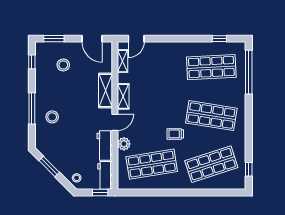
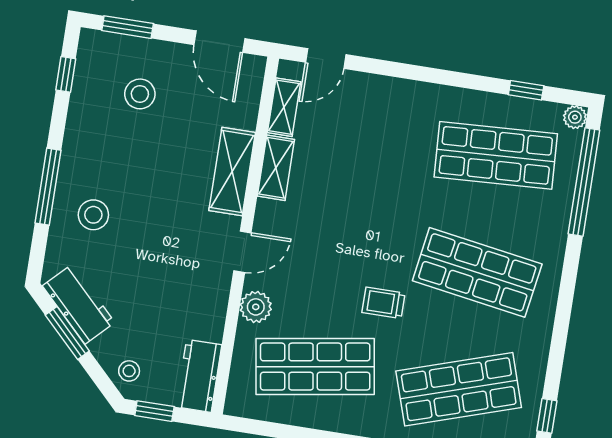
plant: (241, 46) -> (575, 117), added
shelving: (123, 96) -> (276, 168), moved
workbench: (105, 145) -> (79, 304), moved, turned 135
window: (100, 193) -> (154, 411), moved

